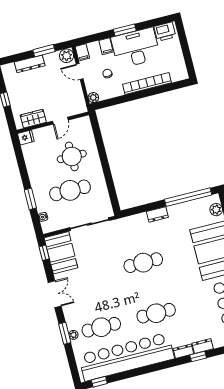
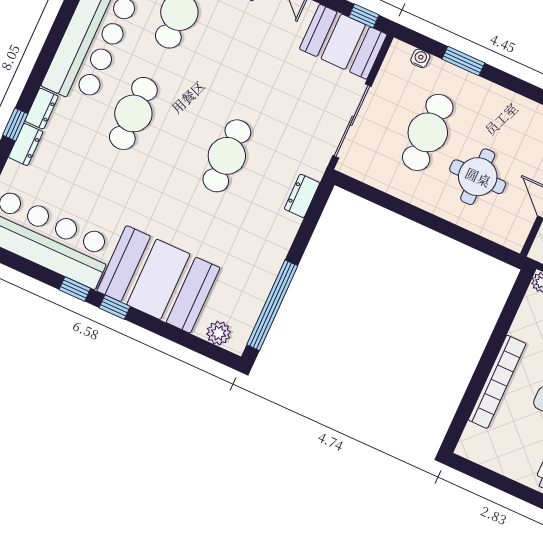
dresser: (157, 214) -> (302, 196), moved

